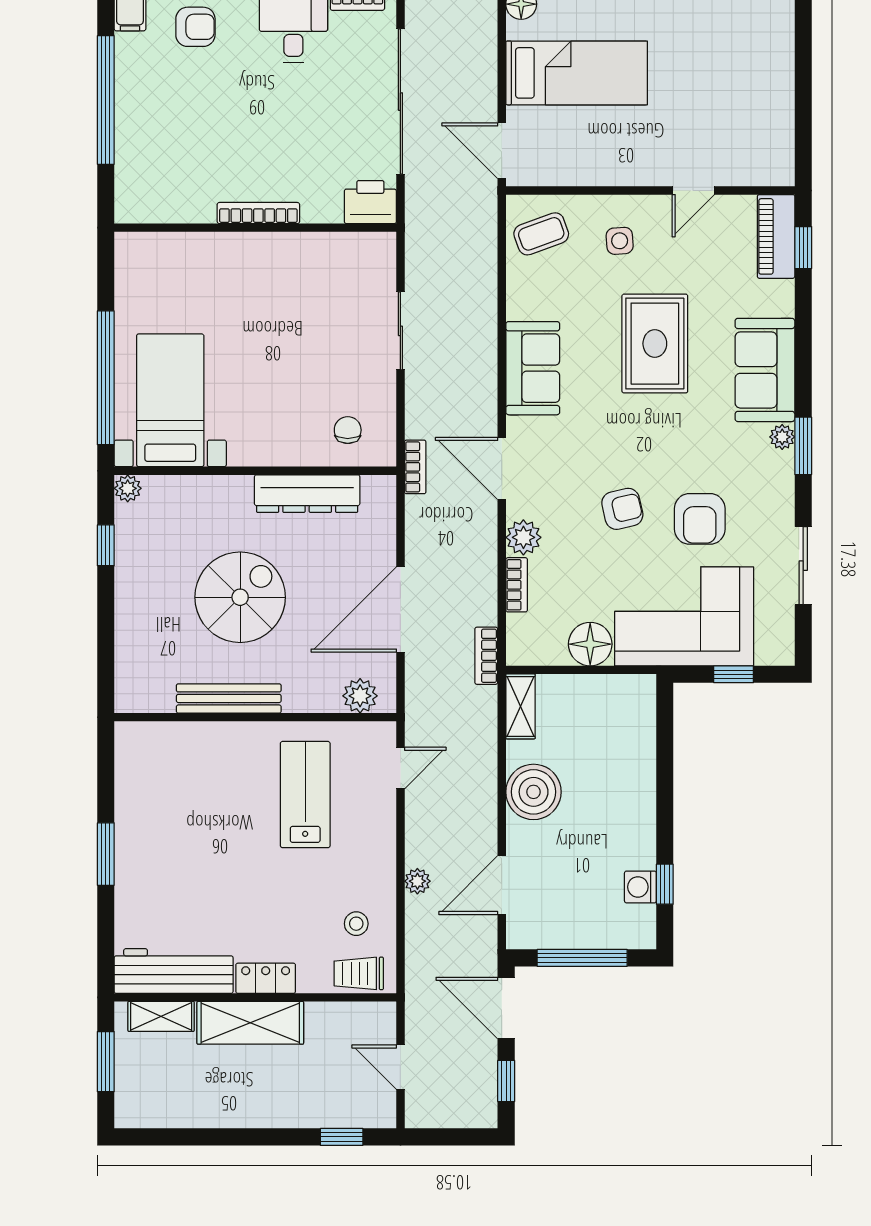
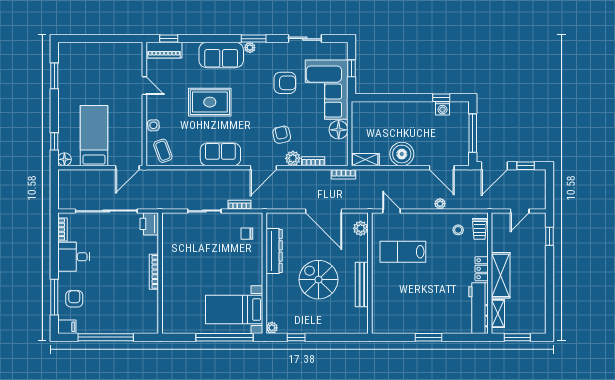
side table: (620, 241) -> (153, 125), moved
bookcase: (415, 467) -> (240, 205), moved
armchair: (622, 509) -> (282, 135), moved

